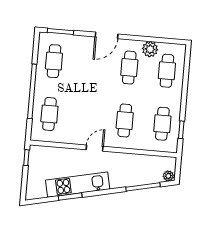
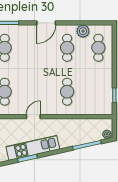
cafe table: (162, 124) -> (98, 92), removed
door: (95, 148) -> (33, 117), moved

